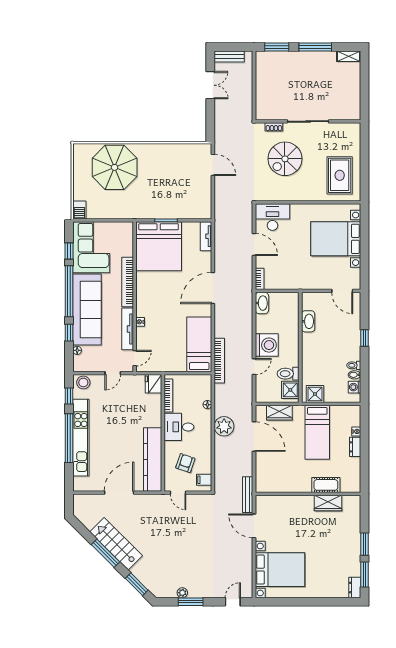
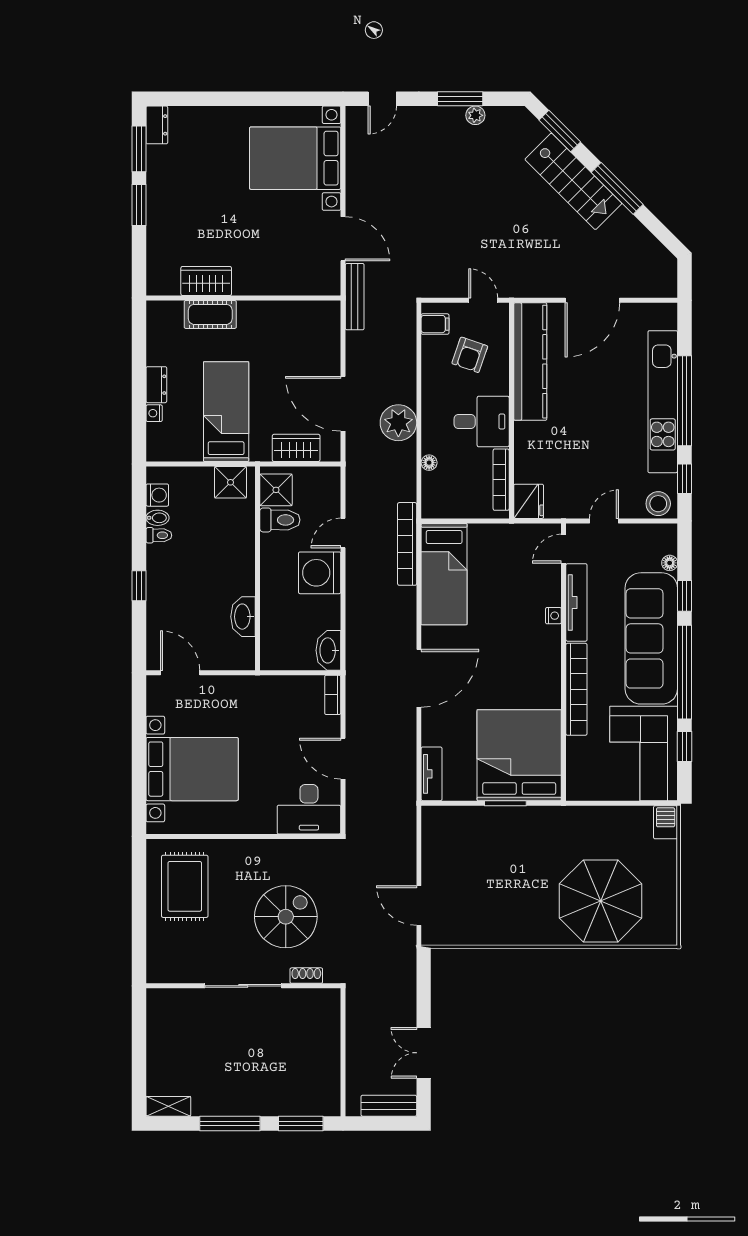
stairs: (116, 544) -> (573, 181), moved

